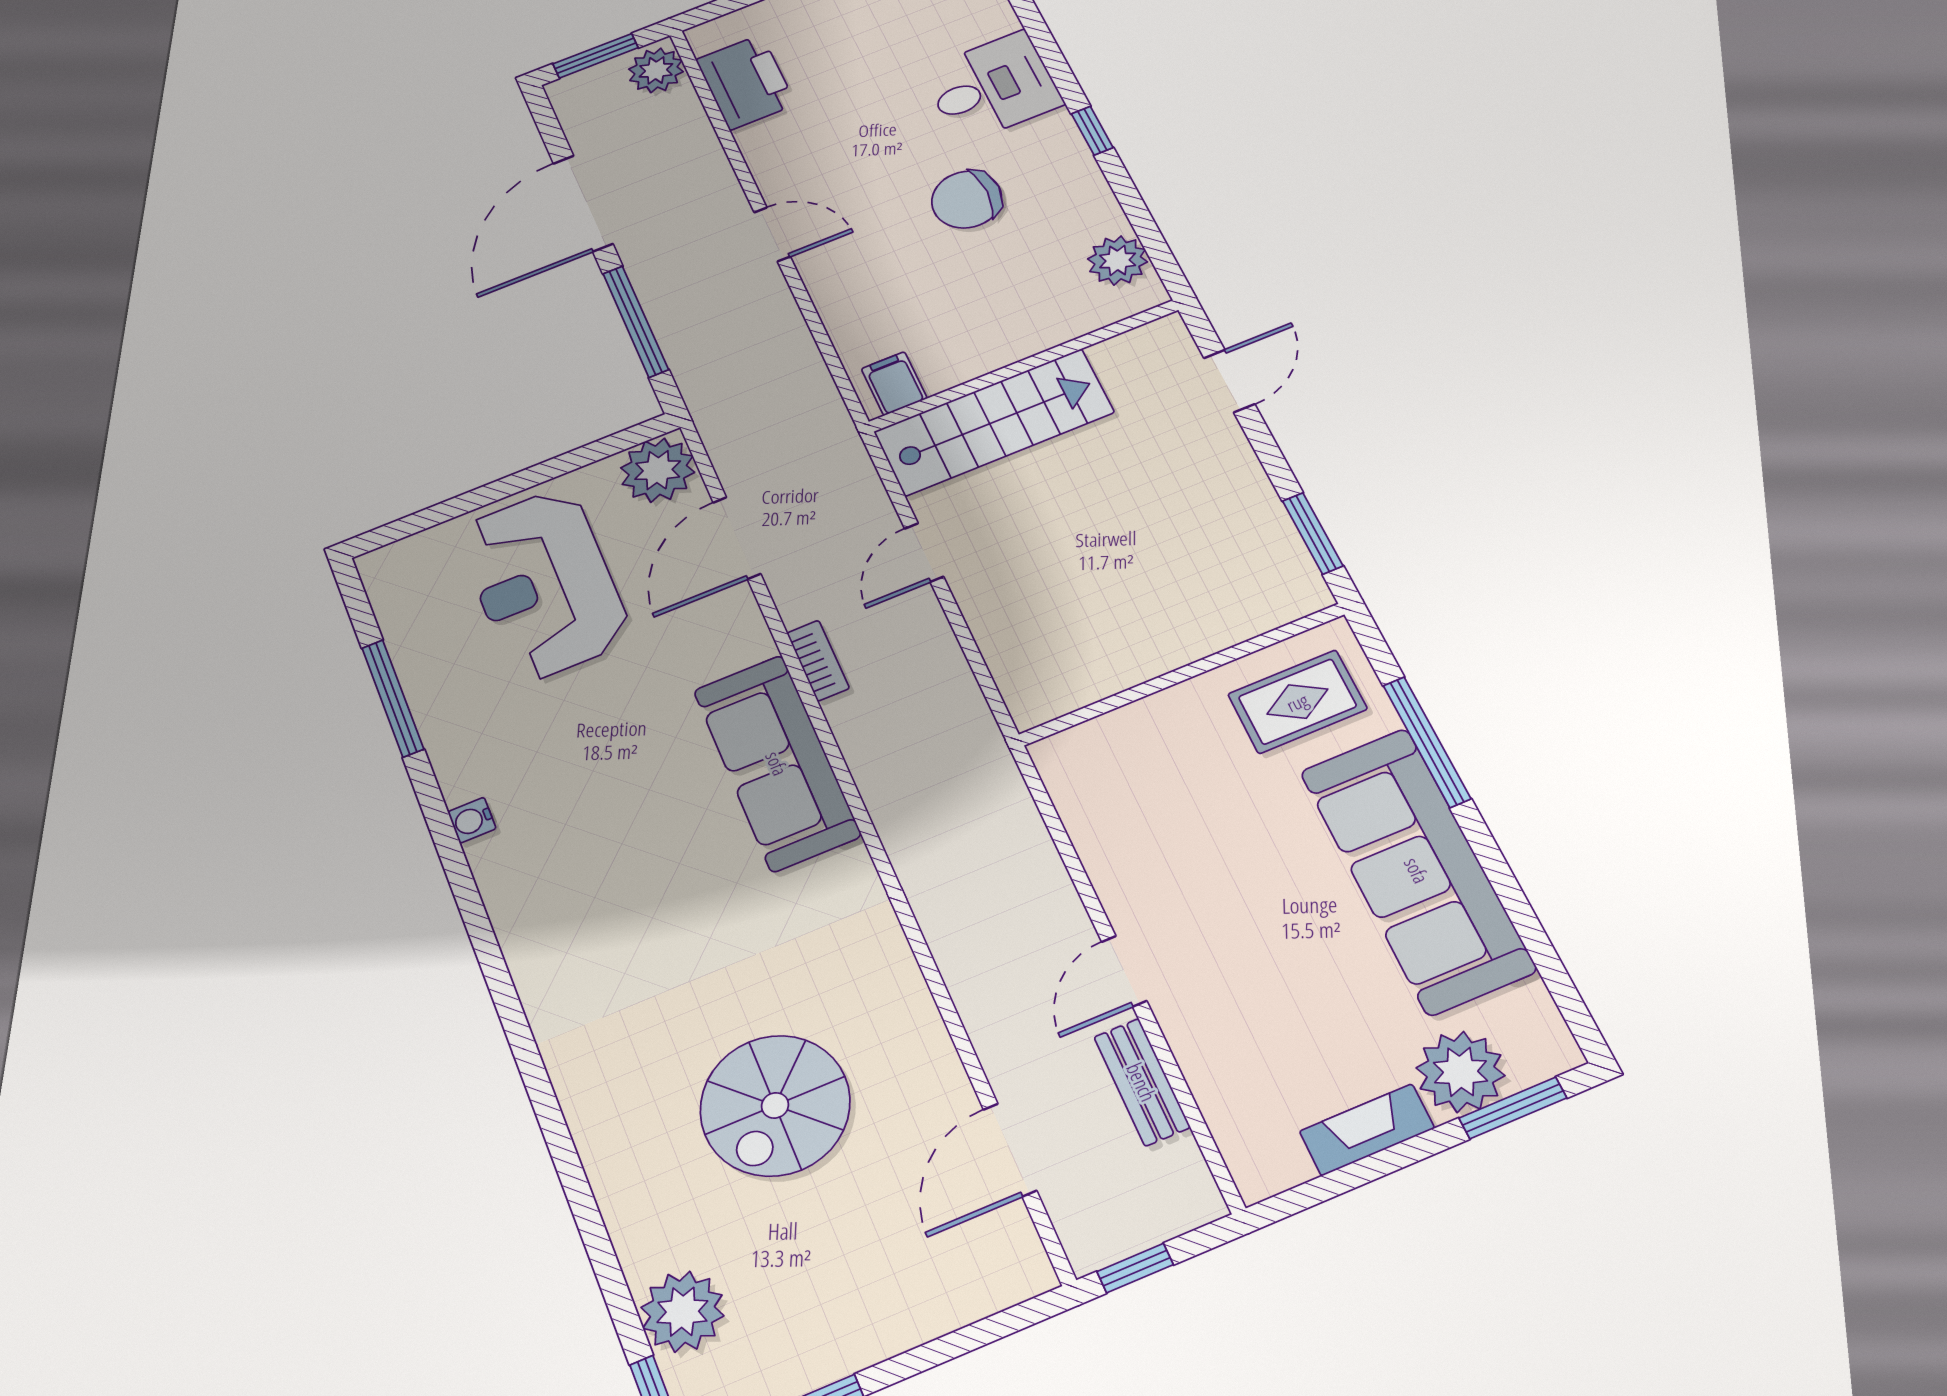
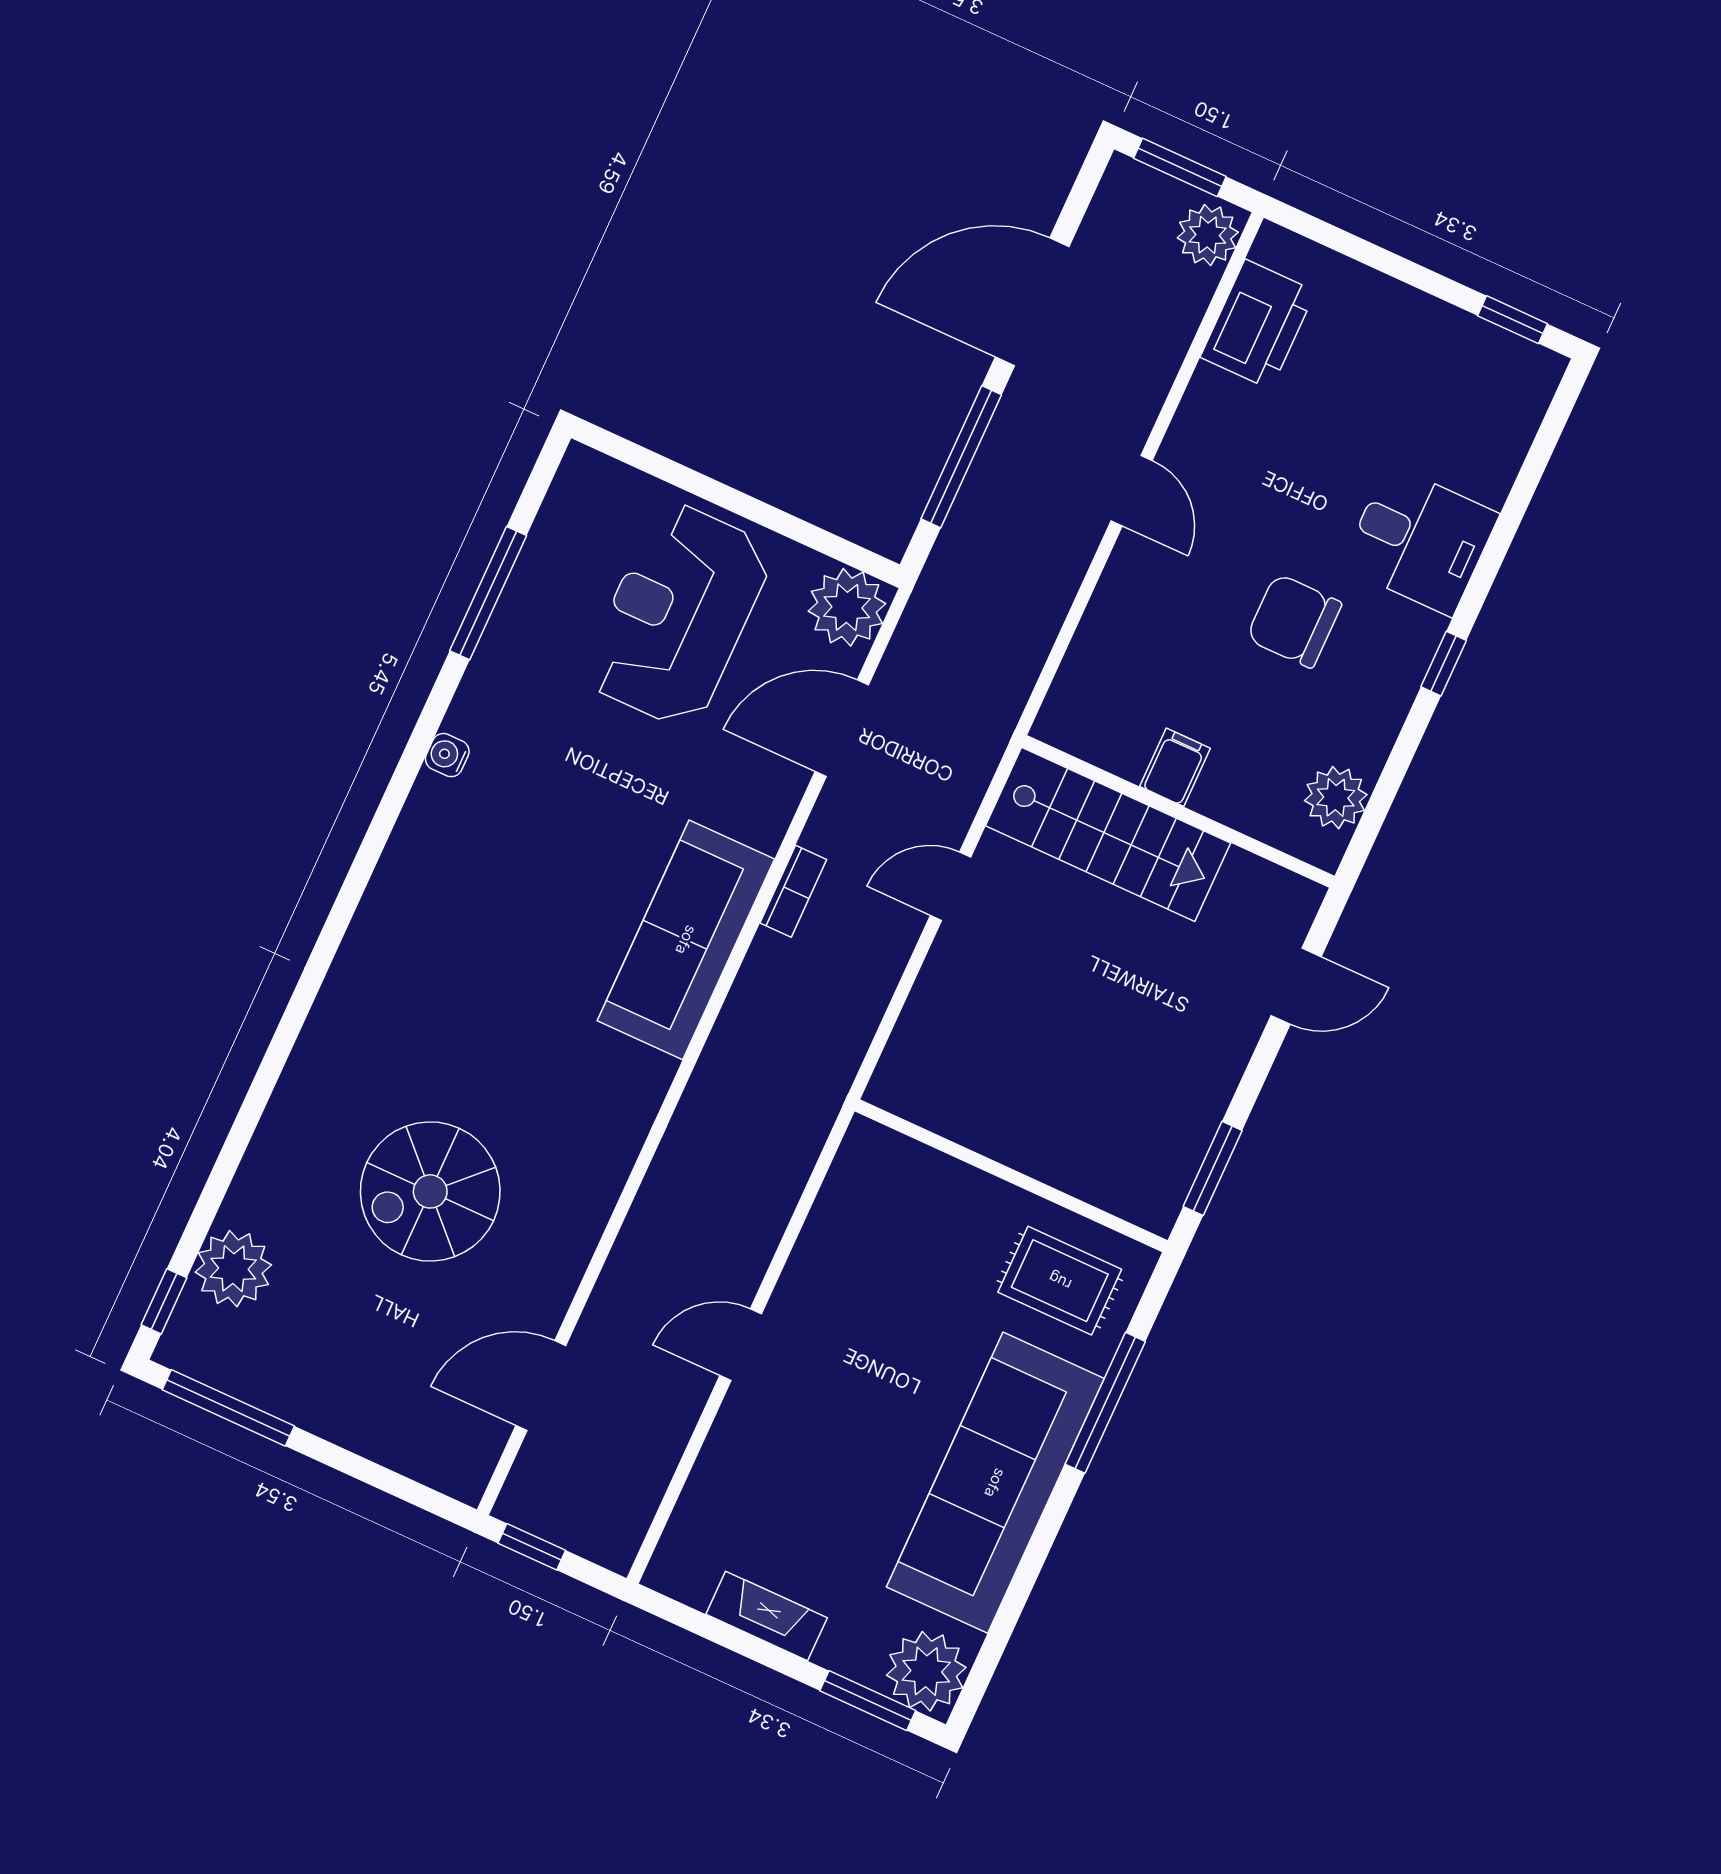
filing cabinet: (894, 384) -> (1175, 767), moved
plant: (1460, 1072) -> (926, 1671), moved
bench: (1142, 1082) -> (669, 1432), removed

